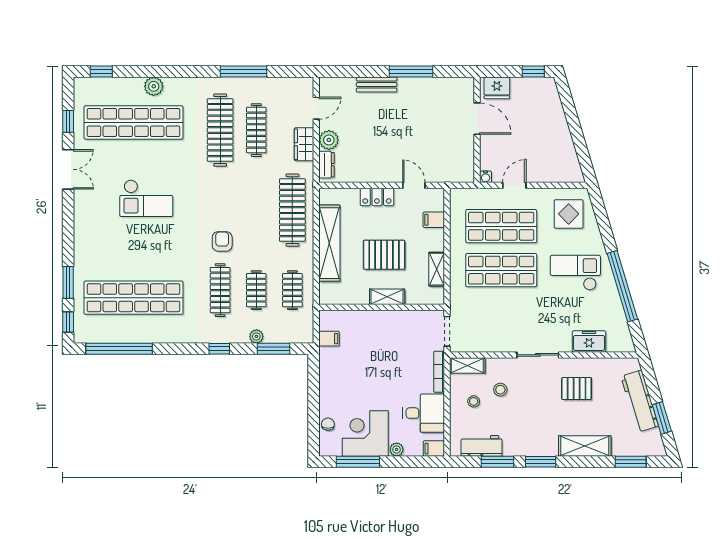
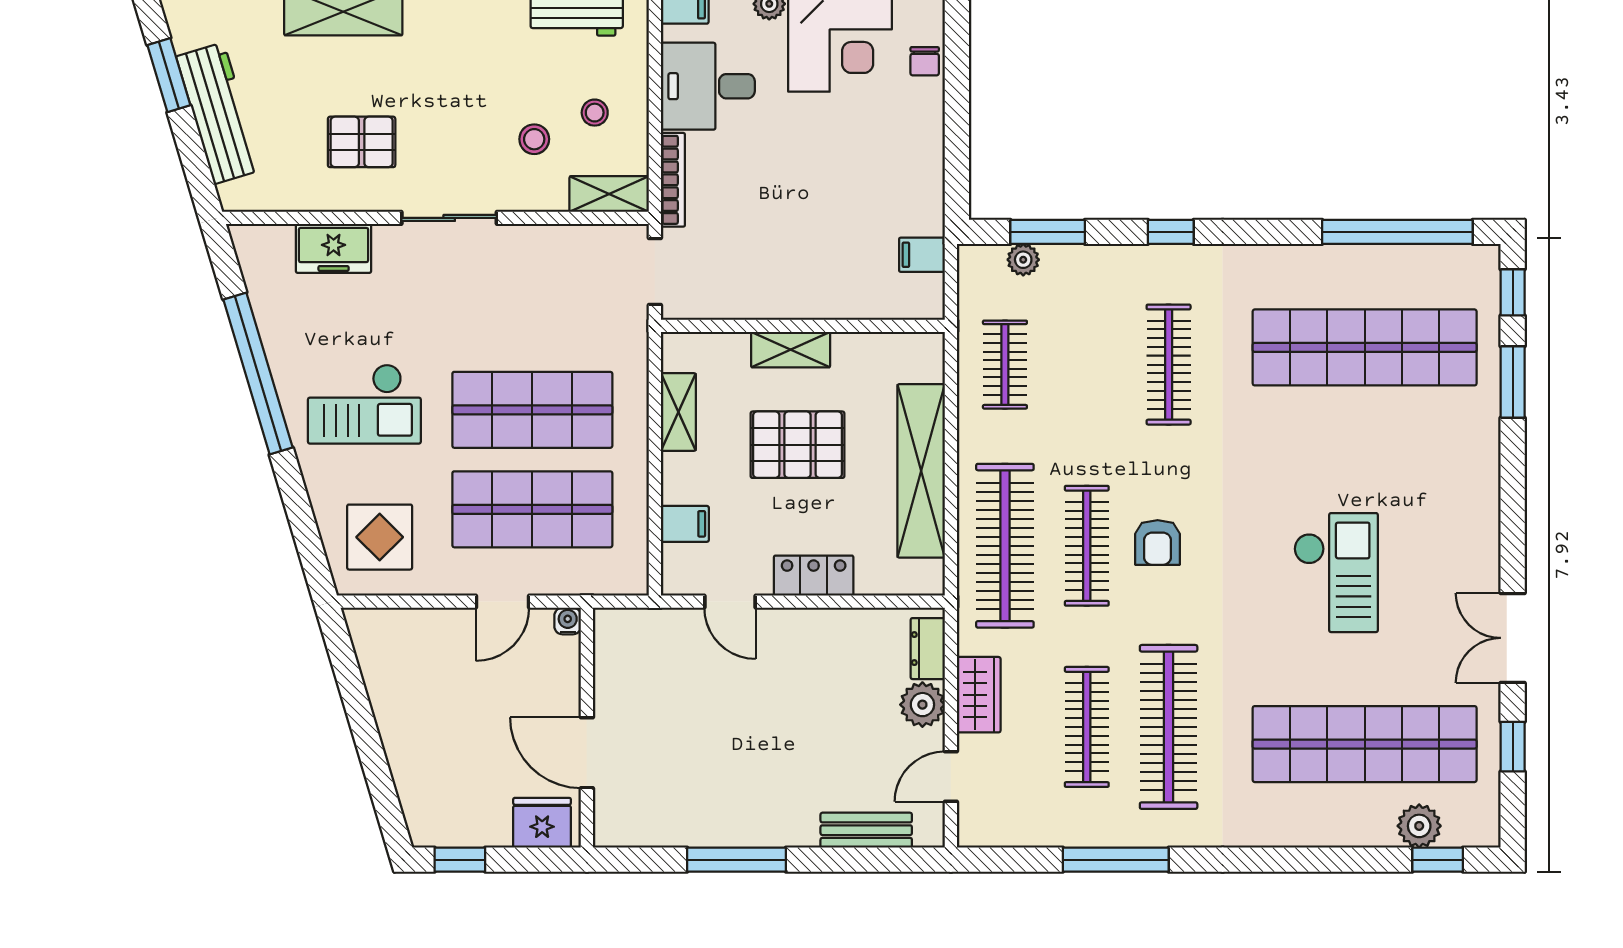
bench: (377, 84) -> (866, 830), moved
plant: (154, 86) -> (1419, 826), moved
checkout: (146, 198) -> (1336, 573), turned 90
armchair: (222, 241) -> (1158, 542), moved
clothes rail: (256, 290) -> (1087, 546), moved, width x1.36
plant: (256, 336) -> (1023, 260), moved

